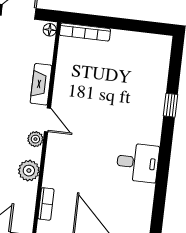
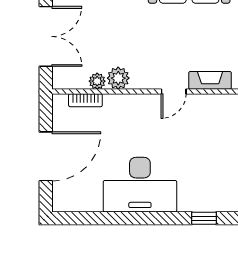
plant: (35, 139) -> (97, 81), moved
desk: (138, 163) -> (140, 185), width x1.87, depth x1.30

